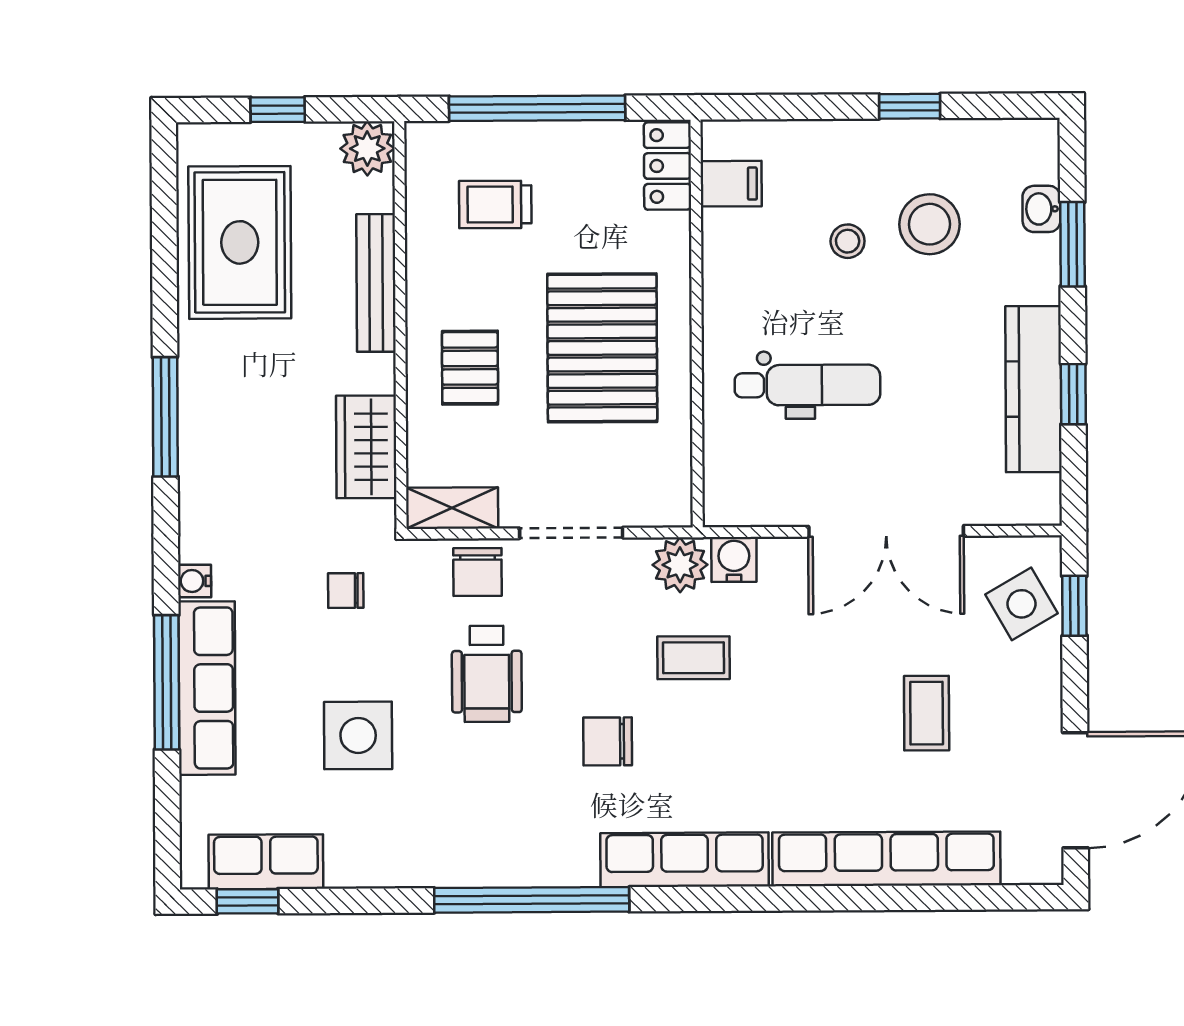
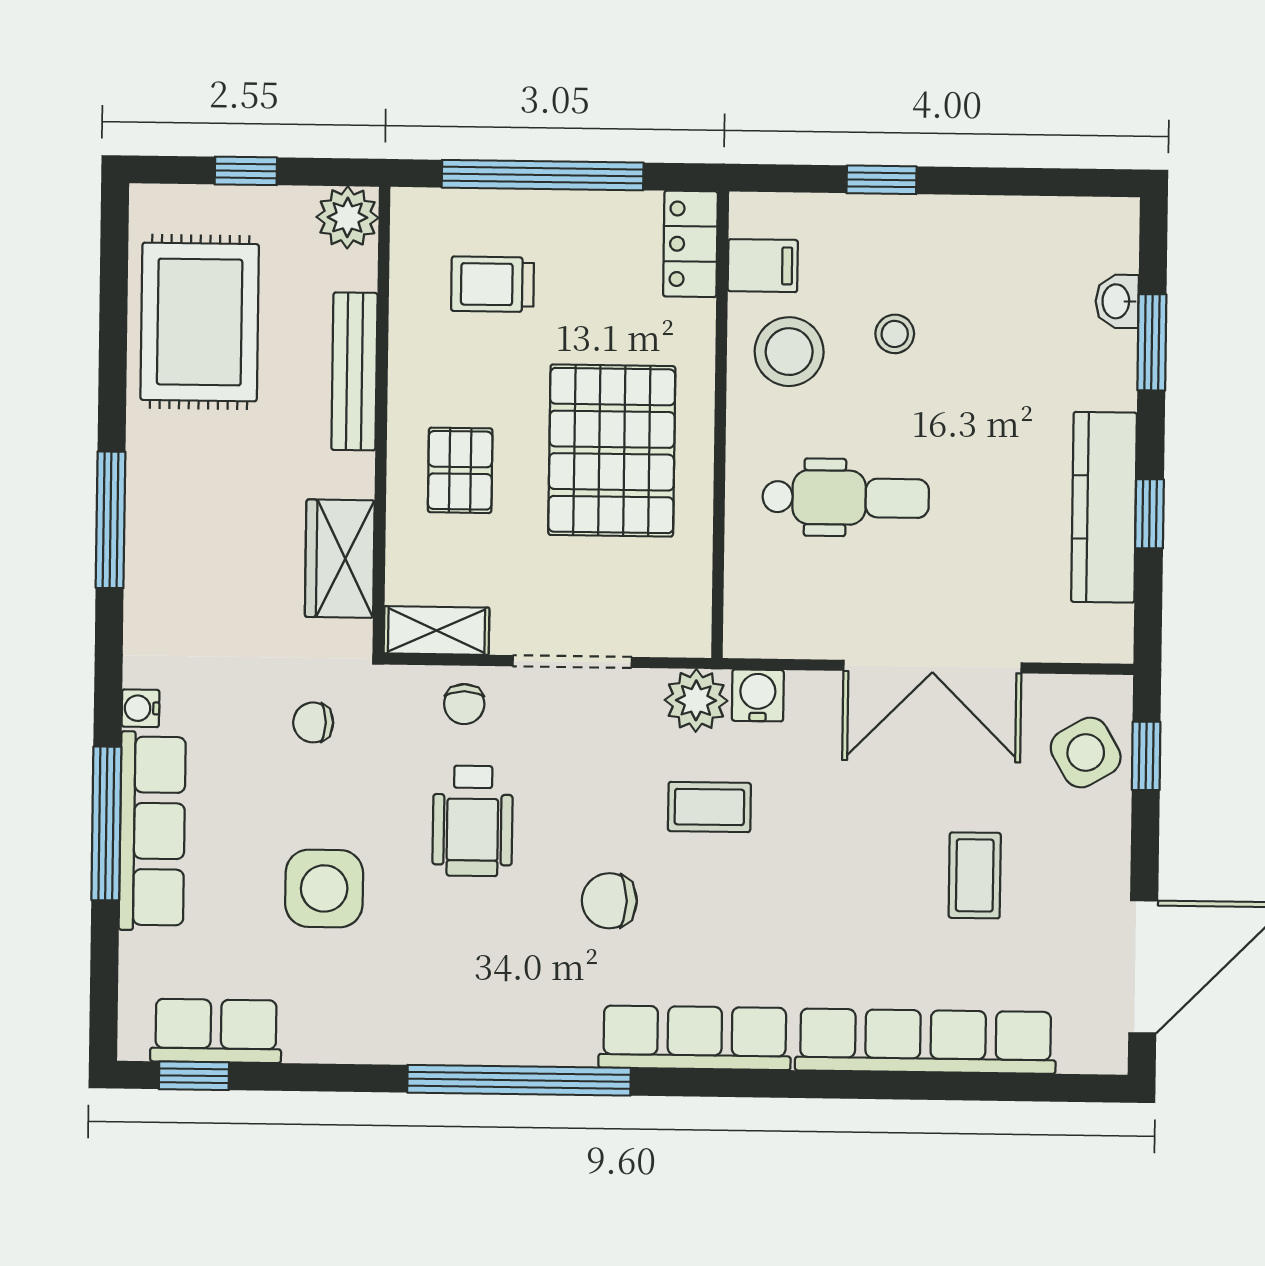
window: (910, 106) -> (882, 180), moved
stool: (929, 224) -> (789, 352), moved
chair: (477, 572) -> (464, 704), width x0.73, depth x0.73

